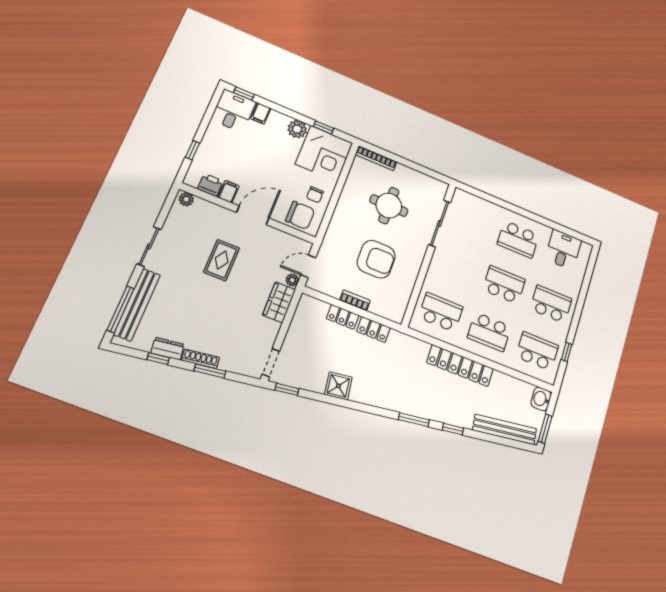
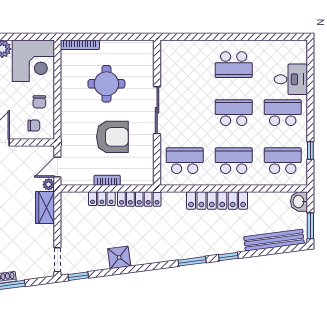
window: (324, 127) -> (24, 37), removed
chair: (300, 215) -> (34, 126), width x0.54, depth x0.54
sliding door: (440, 224) -> (157, 110), moved
desk: (563, 250) -> (291, 79), moved, turned 90
locker: (373, 329) -> (139, 199), width x1.53
school desk: (489, 332) -> (234, 161), turned 180

